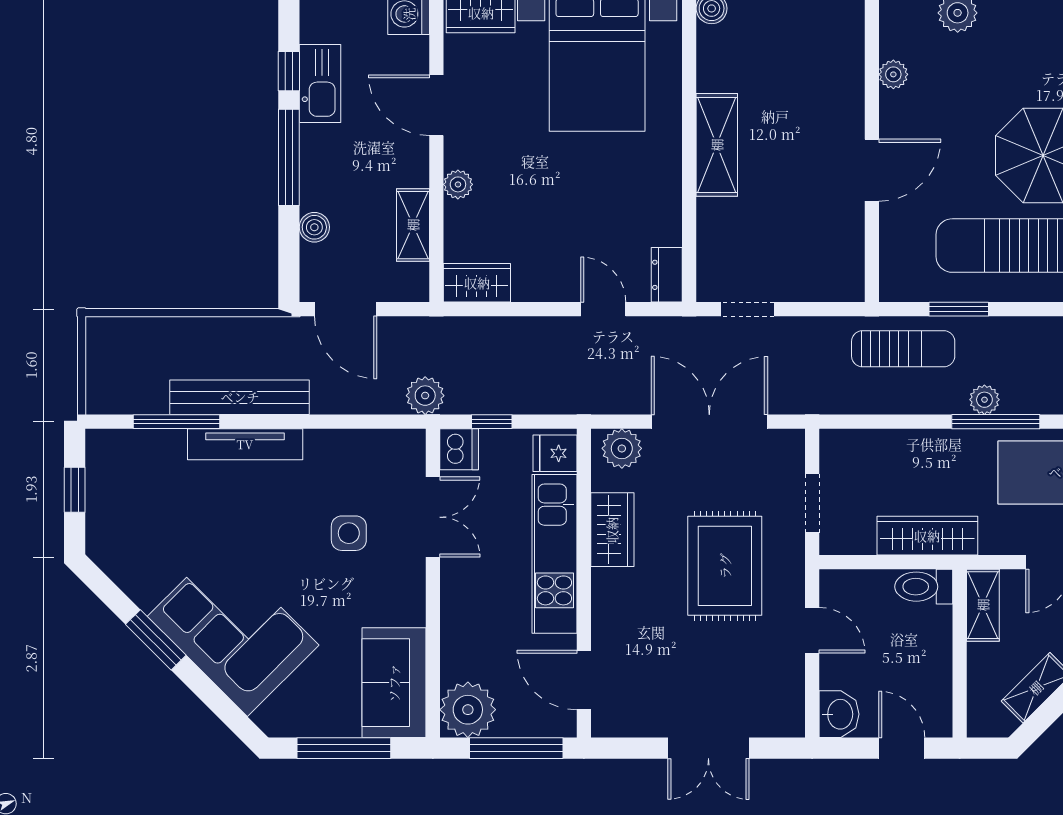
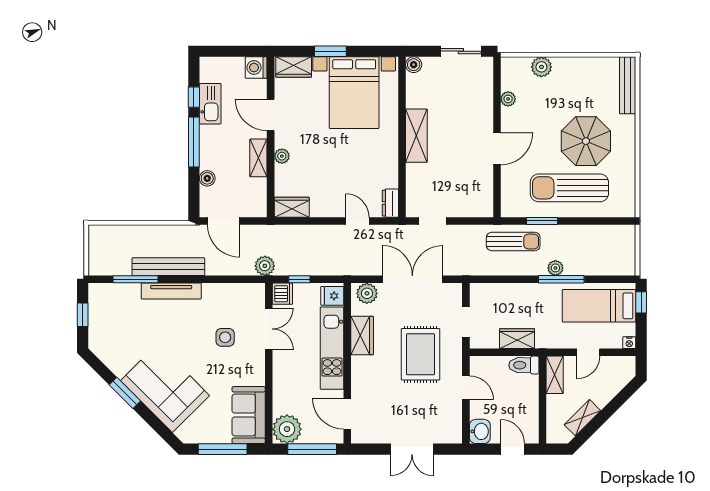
shelving: (413, 225) -> (258, 158), moved
wardrobe: (927, 536) -> (517, 339), width x0.67

